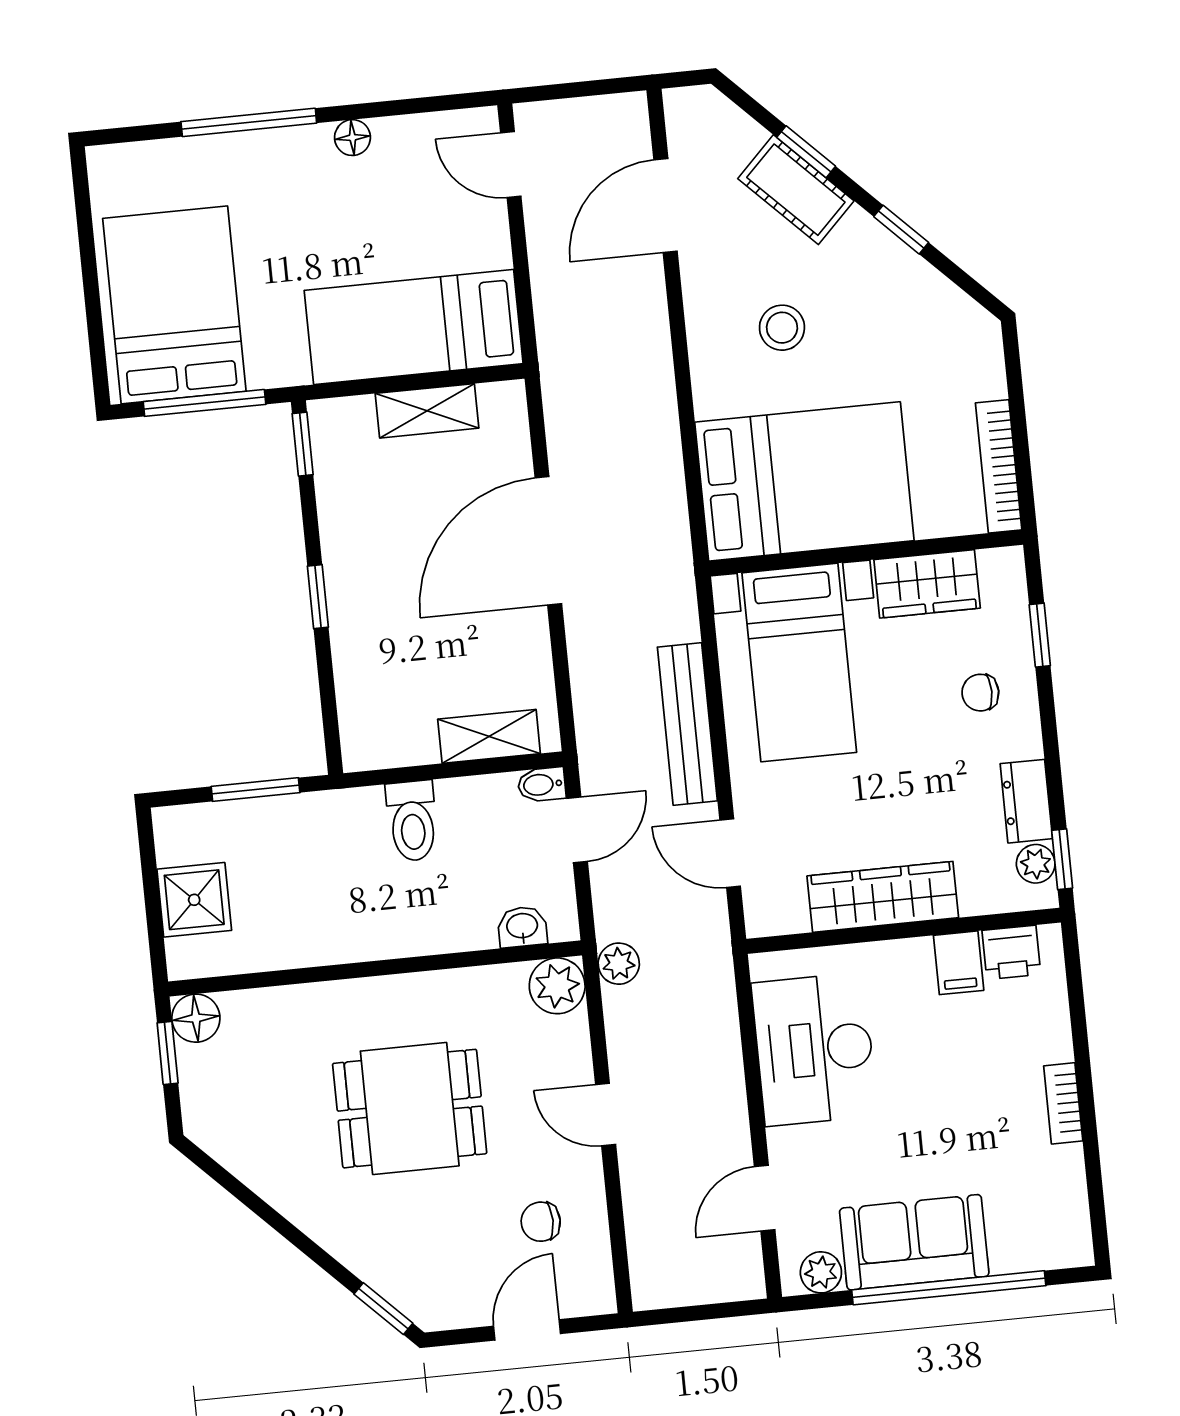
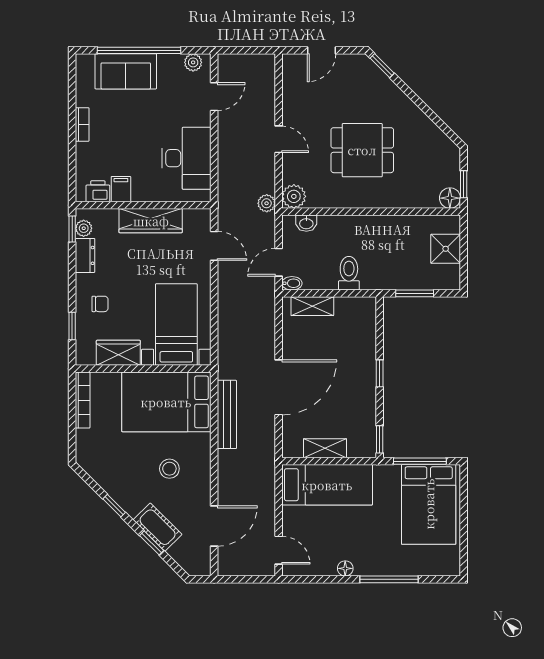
bench: (687, 724) -> (227, 414), moved
chair: (541, 1222) -> (311, 96), removed
sofa: (914, 1242) -> (126, 71), moved

